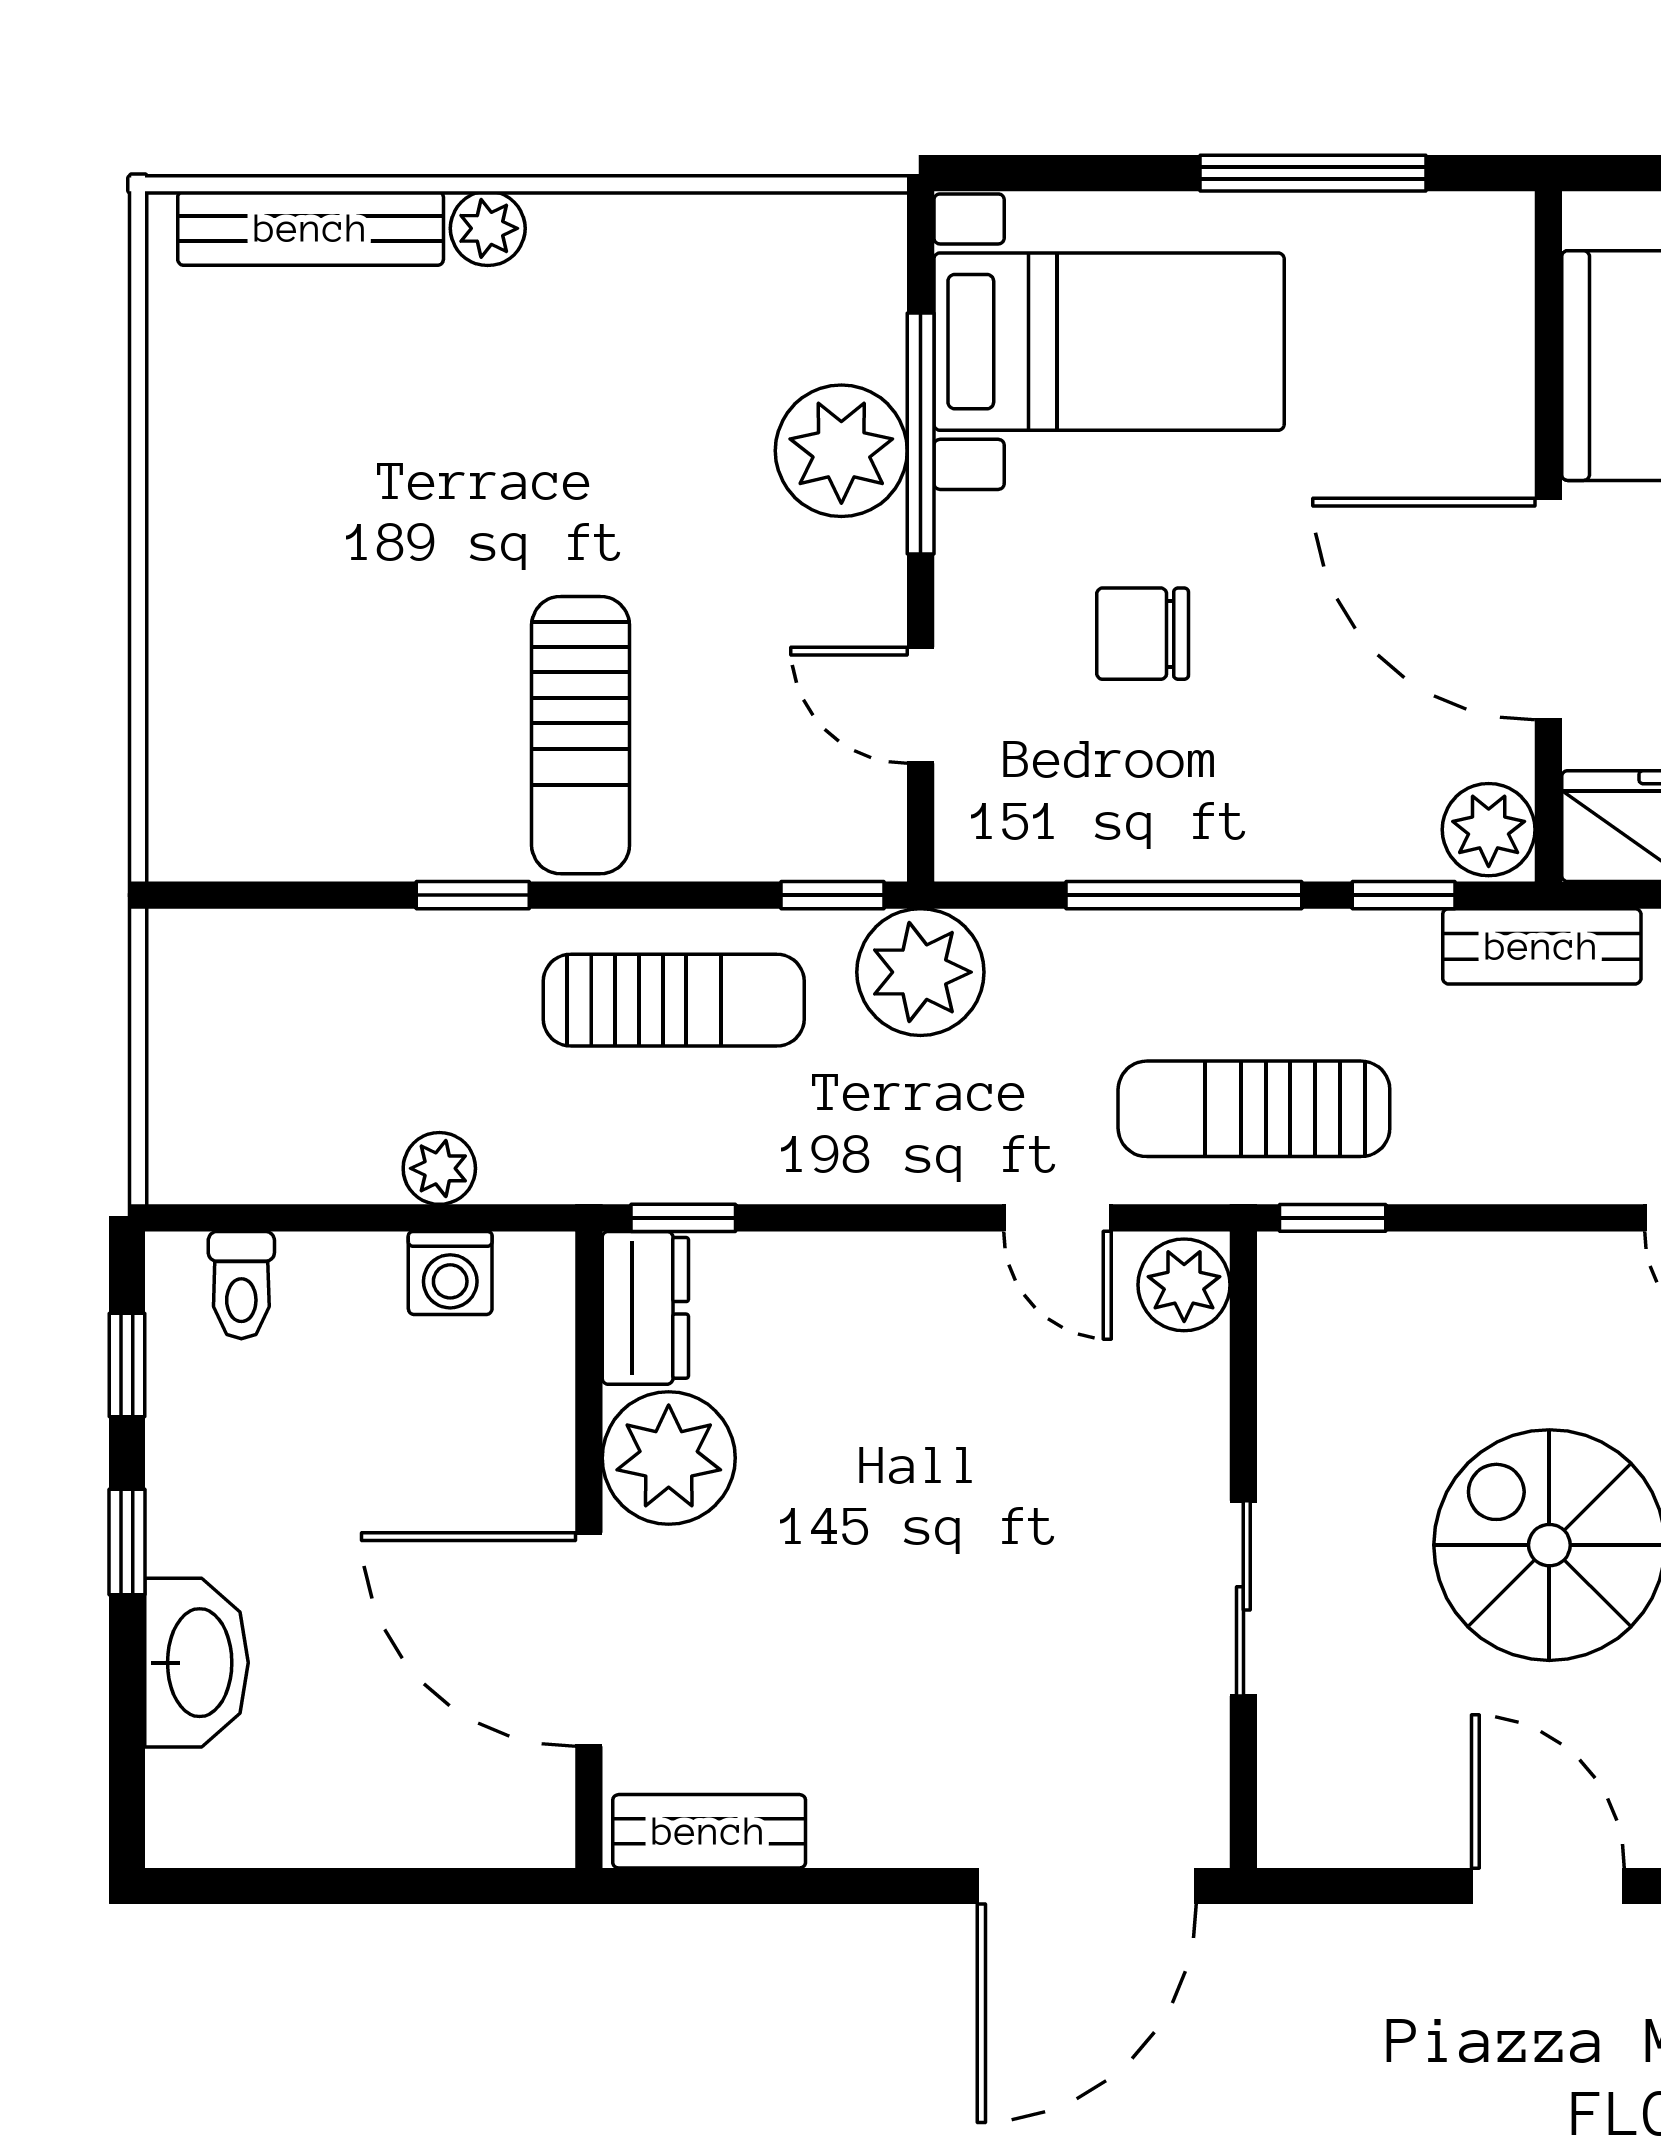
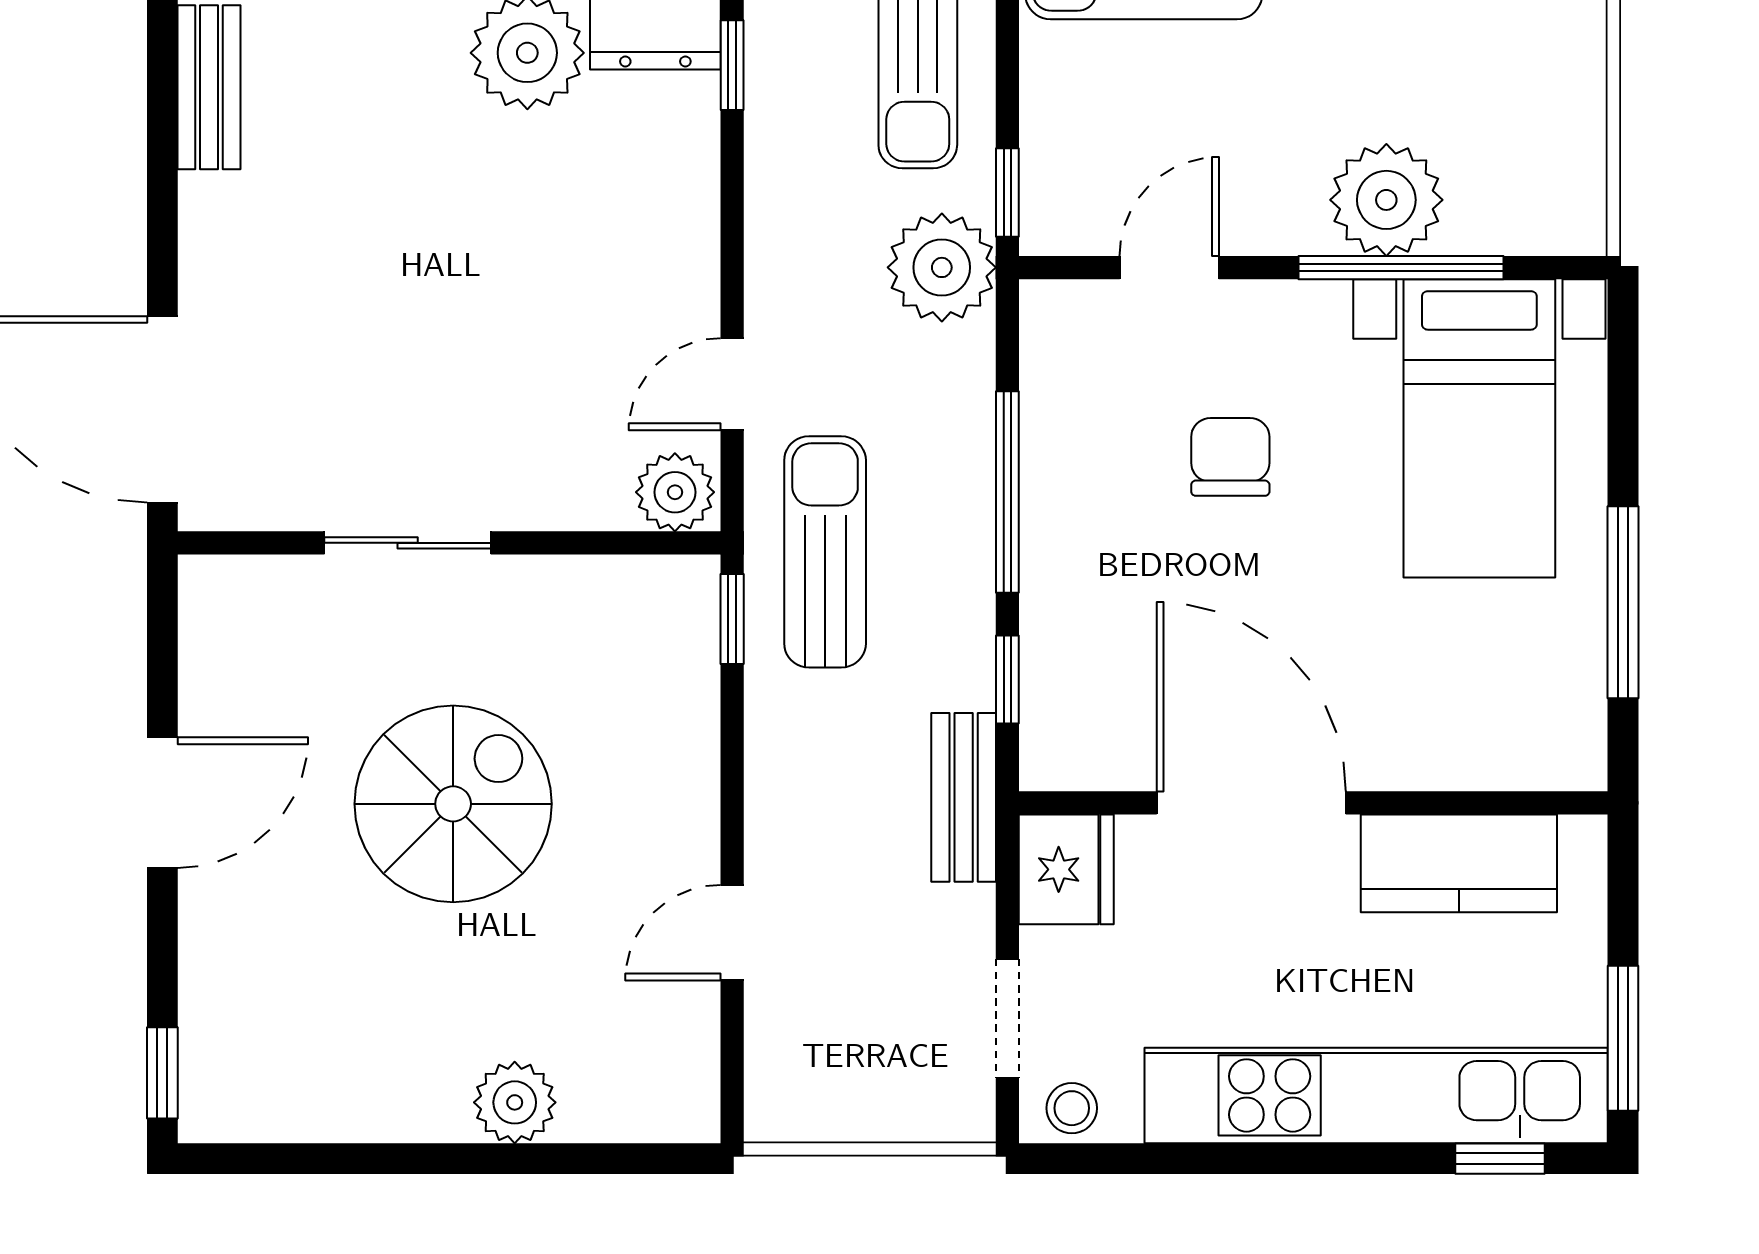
door: (1548, 609) -> (1251, 803), hinge flipped
plant: (1489, 830) -> (1063, 752), removed

